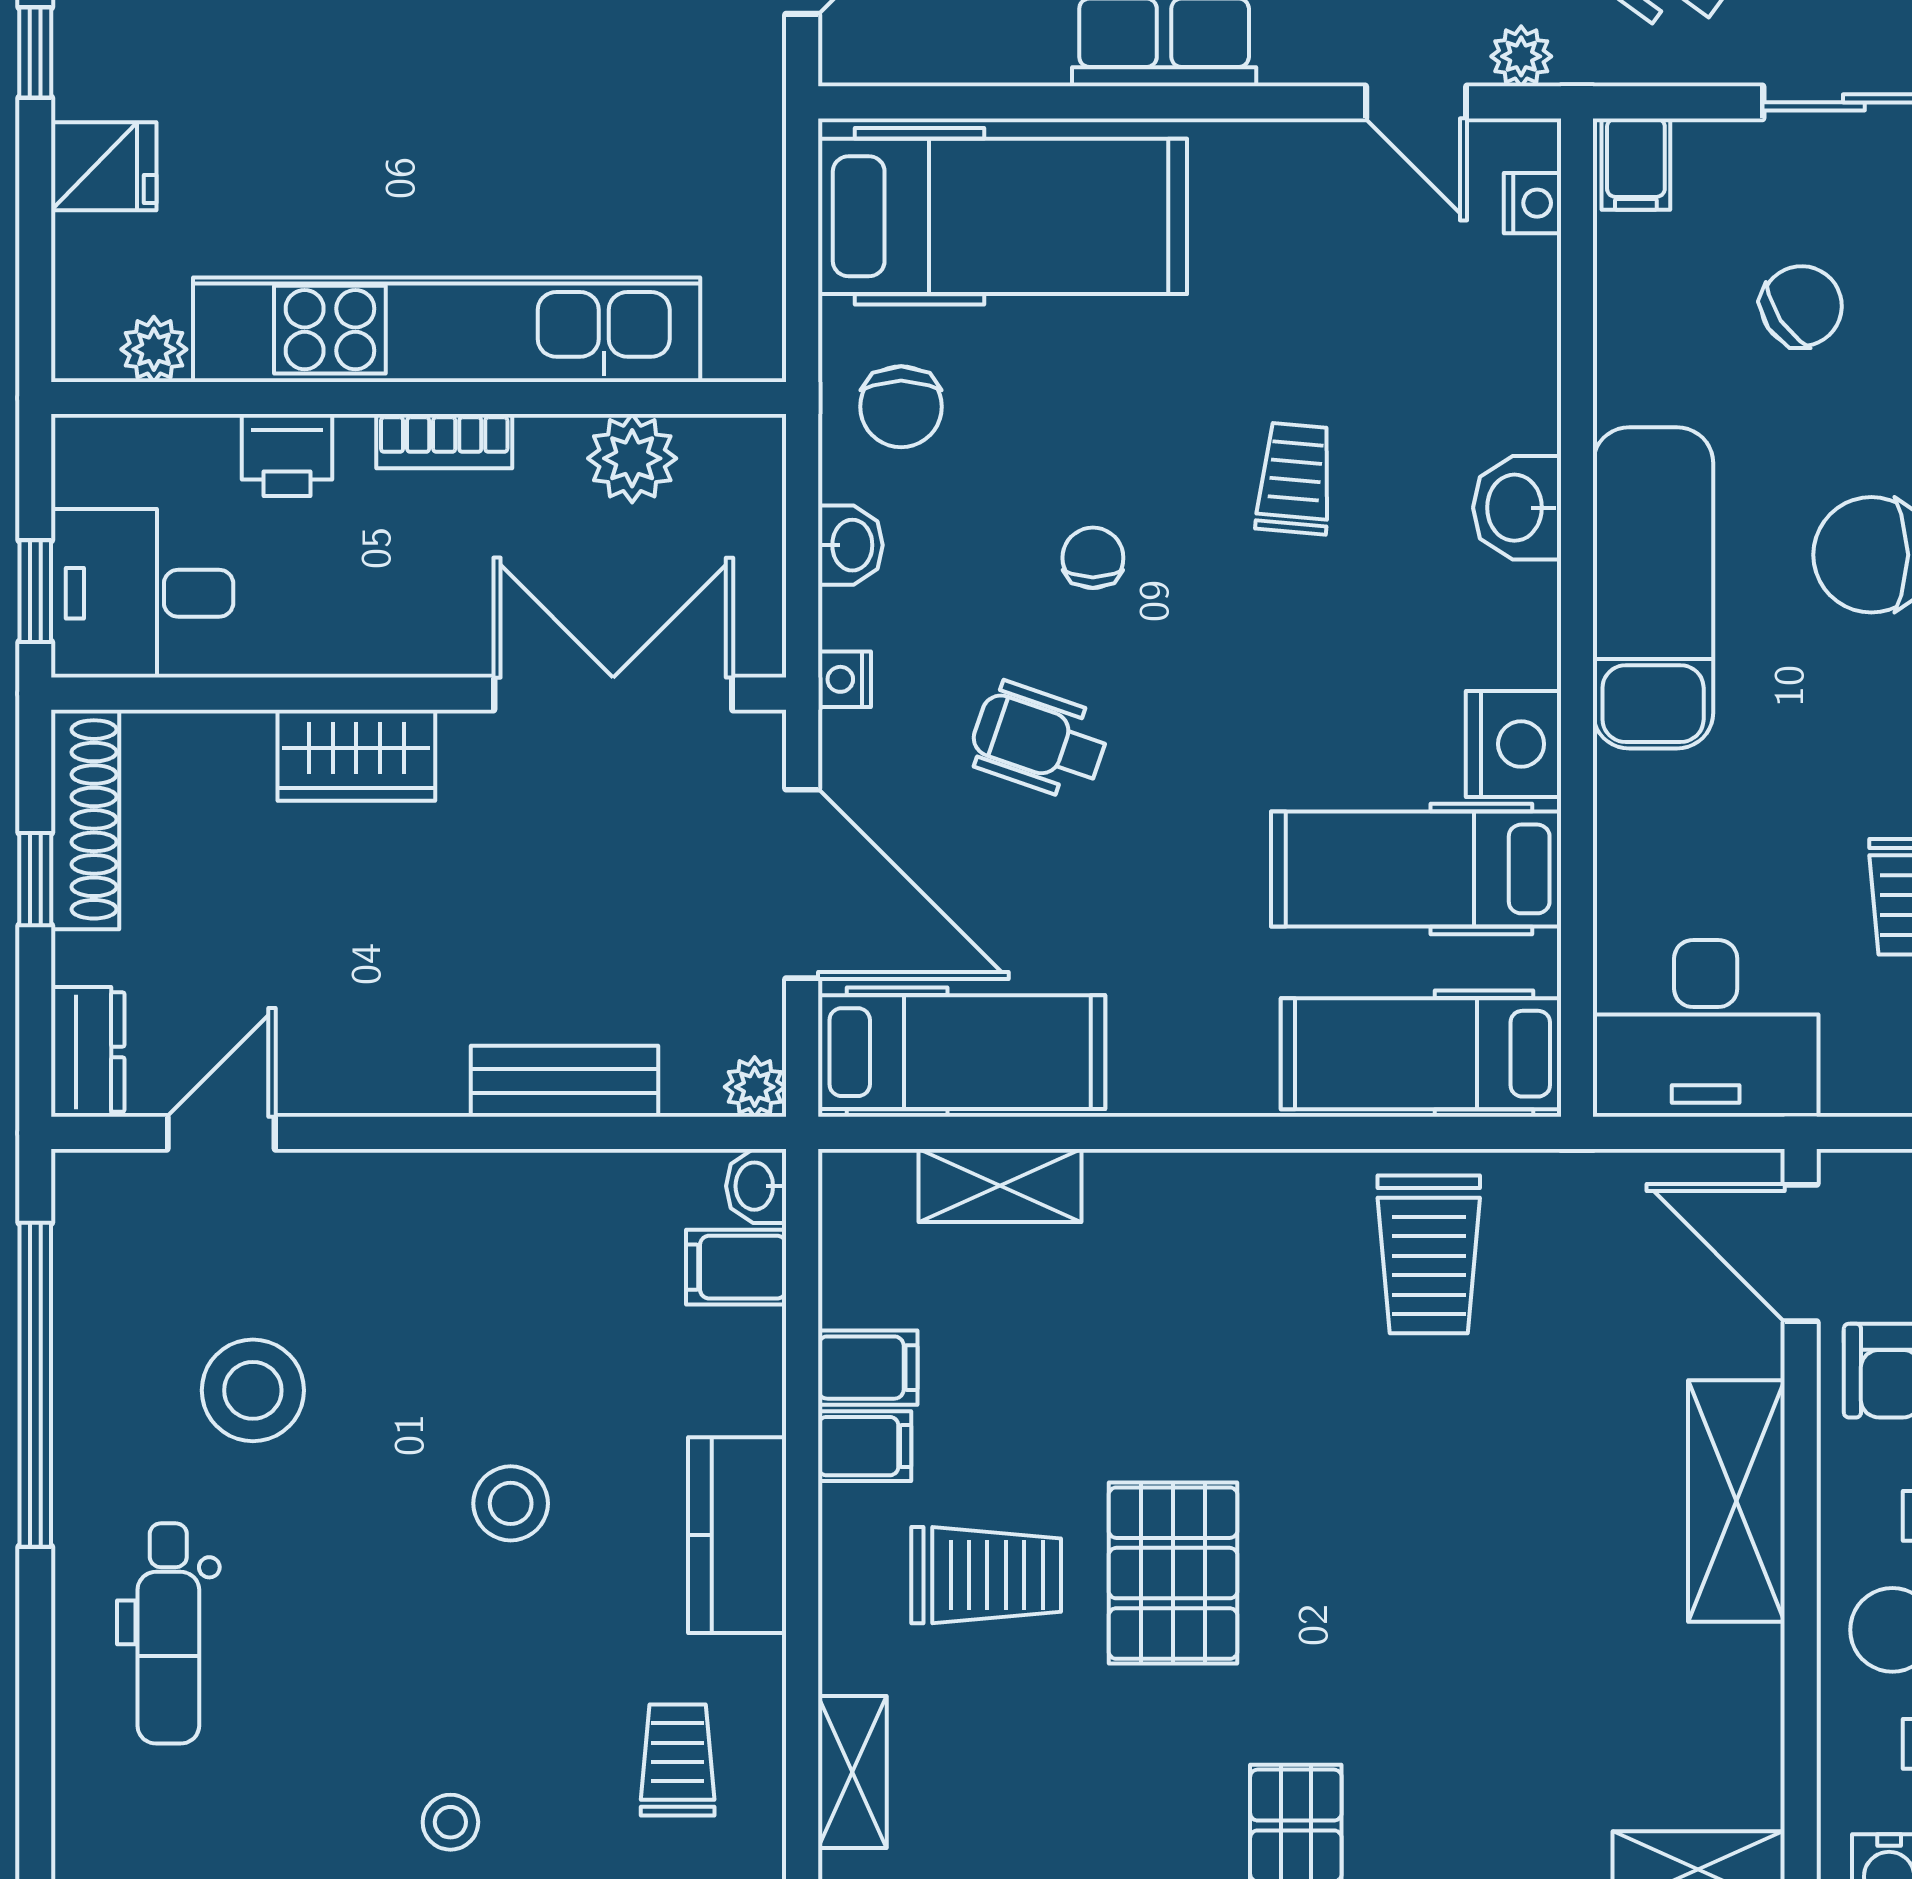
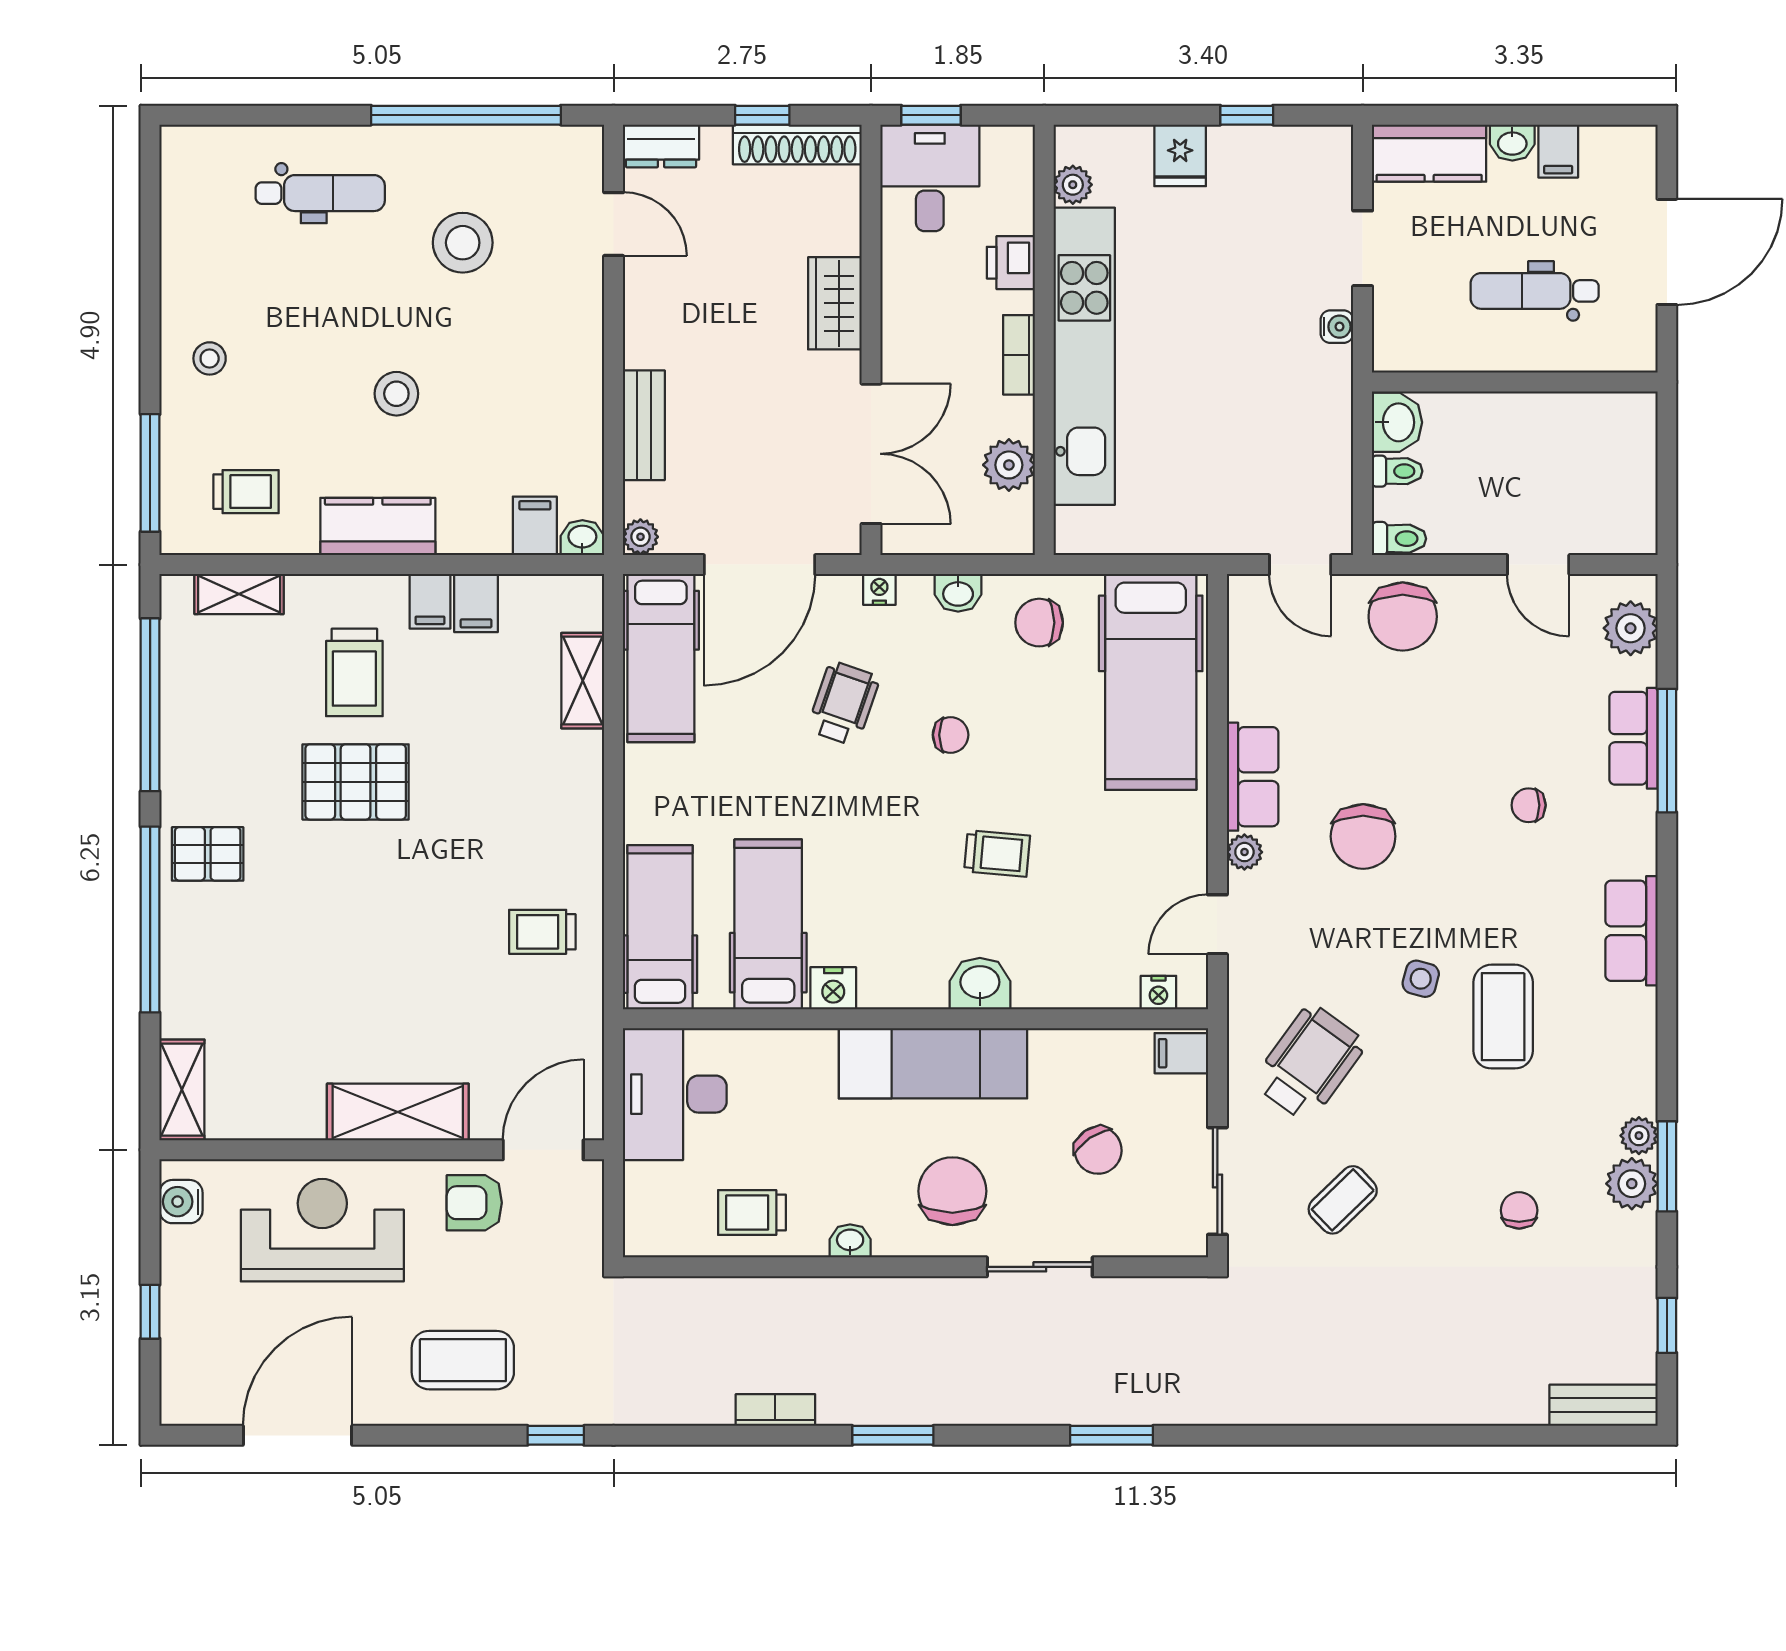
plant: (1521, 56) -> (1244, 852), moved
nightstand: (1513, 744) -> (833, 988), width x0.74, depth x0.75
trolley: (1429, 1254) -> (542, 932), width x0.73, depth x0.72
dental chair: (168, 1633) -> (320, 193), turned 180

